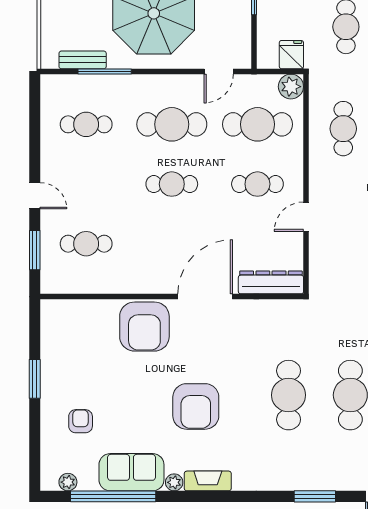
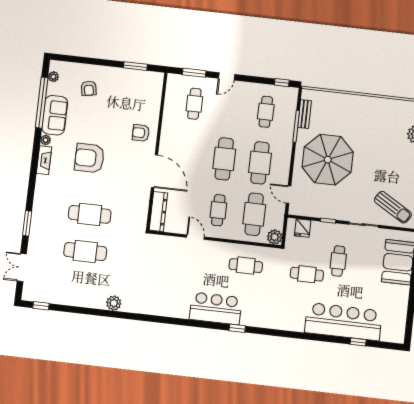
fridge: (291, 55) -> (303, 228), moved, turned 90
window: (35, 103) -> (282, 83), added
cafe table: (172, 184) -> (224, 159), width x1.37, depth x1.35
armchair: (144, 327) -> (141, 133), width x0.53, depth x0.53
window: (35, 379) -> (135, 66), moved
armchair: (81, 421) -> (89, 88), turned 80

